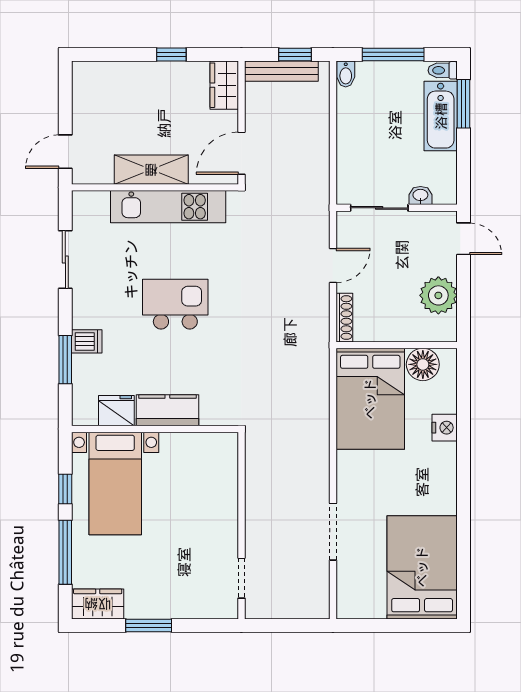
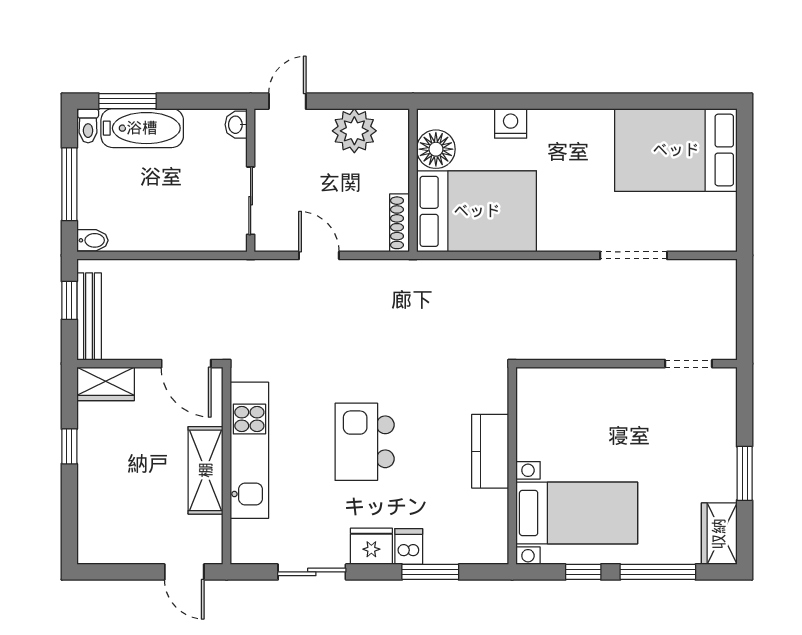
washbasin: (420, 195) -> (236, 125), moved
shoe rack: (344, 318) -> (400, 223), moved, turned -90
fridge: (116, 411) -> (371, 546), moved, turned 90

